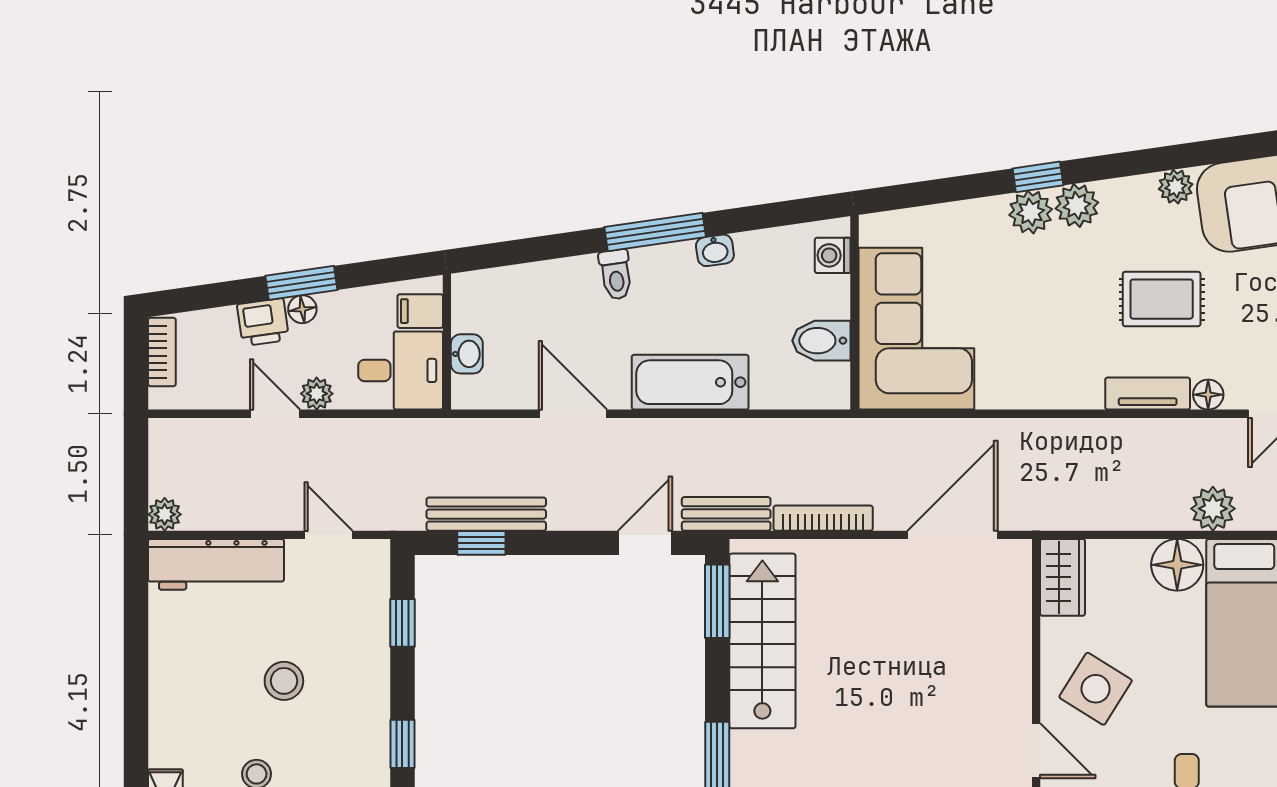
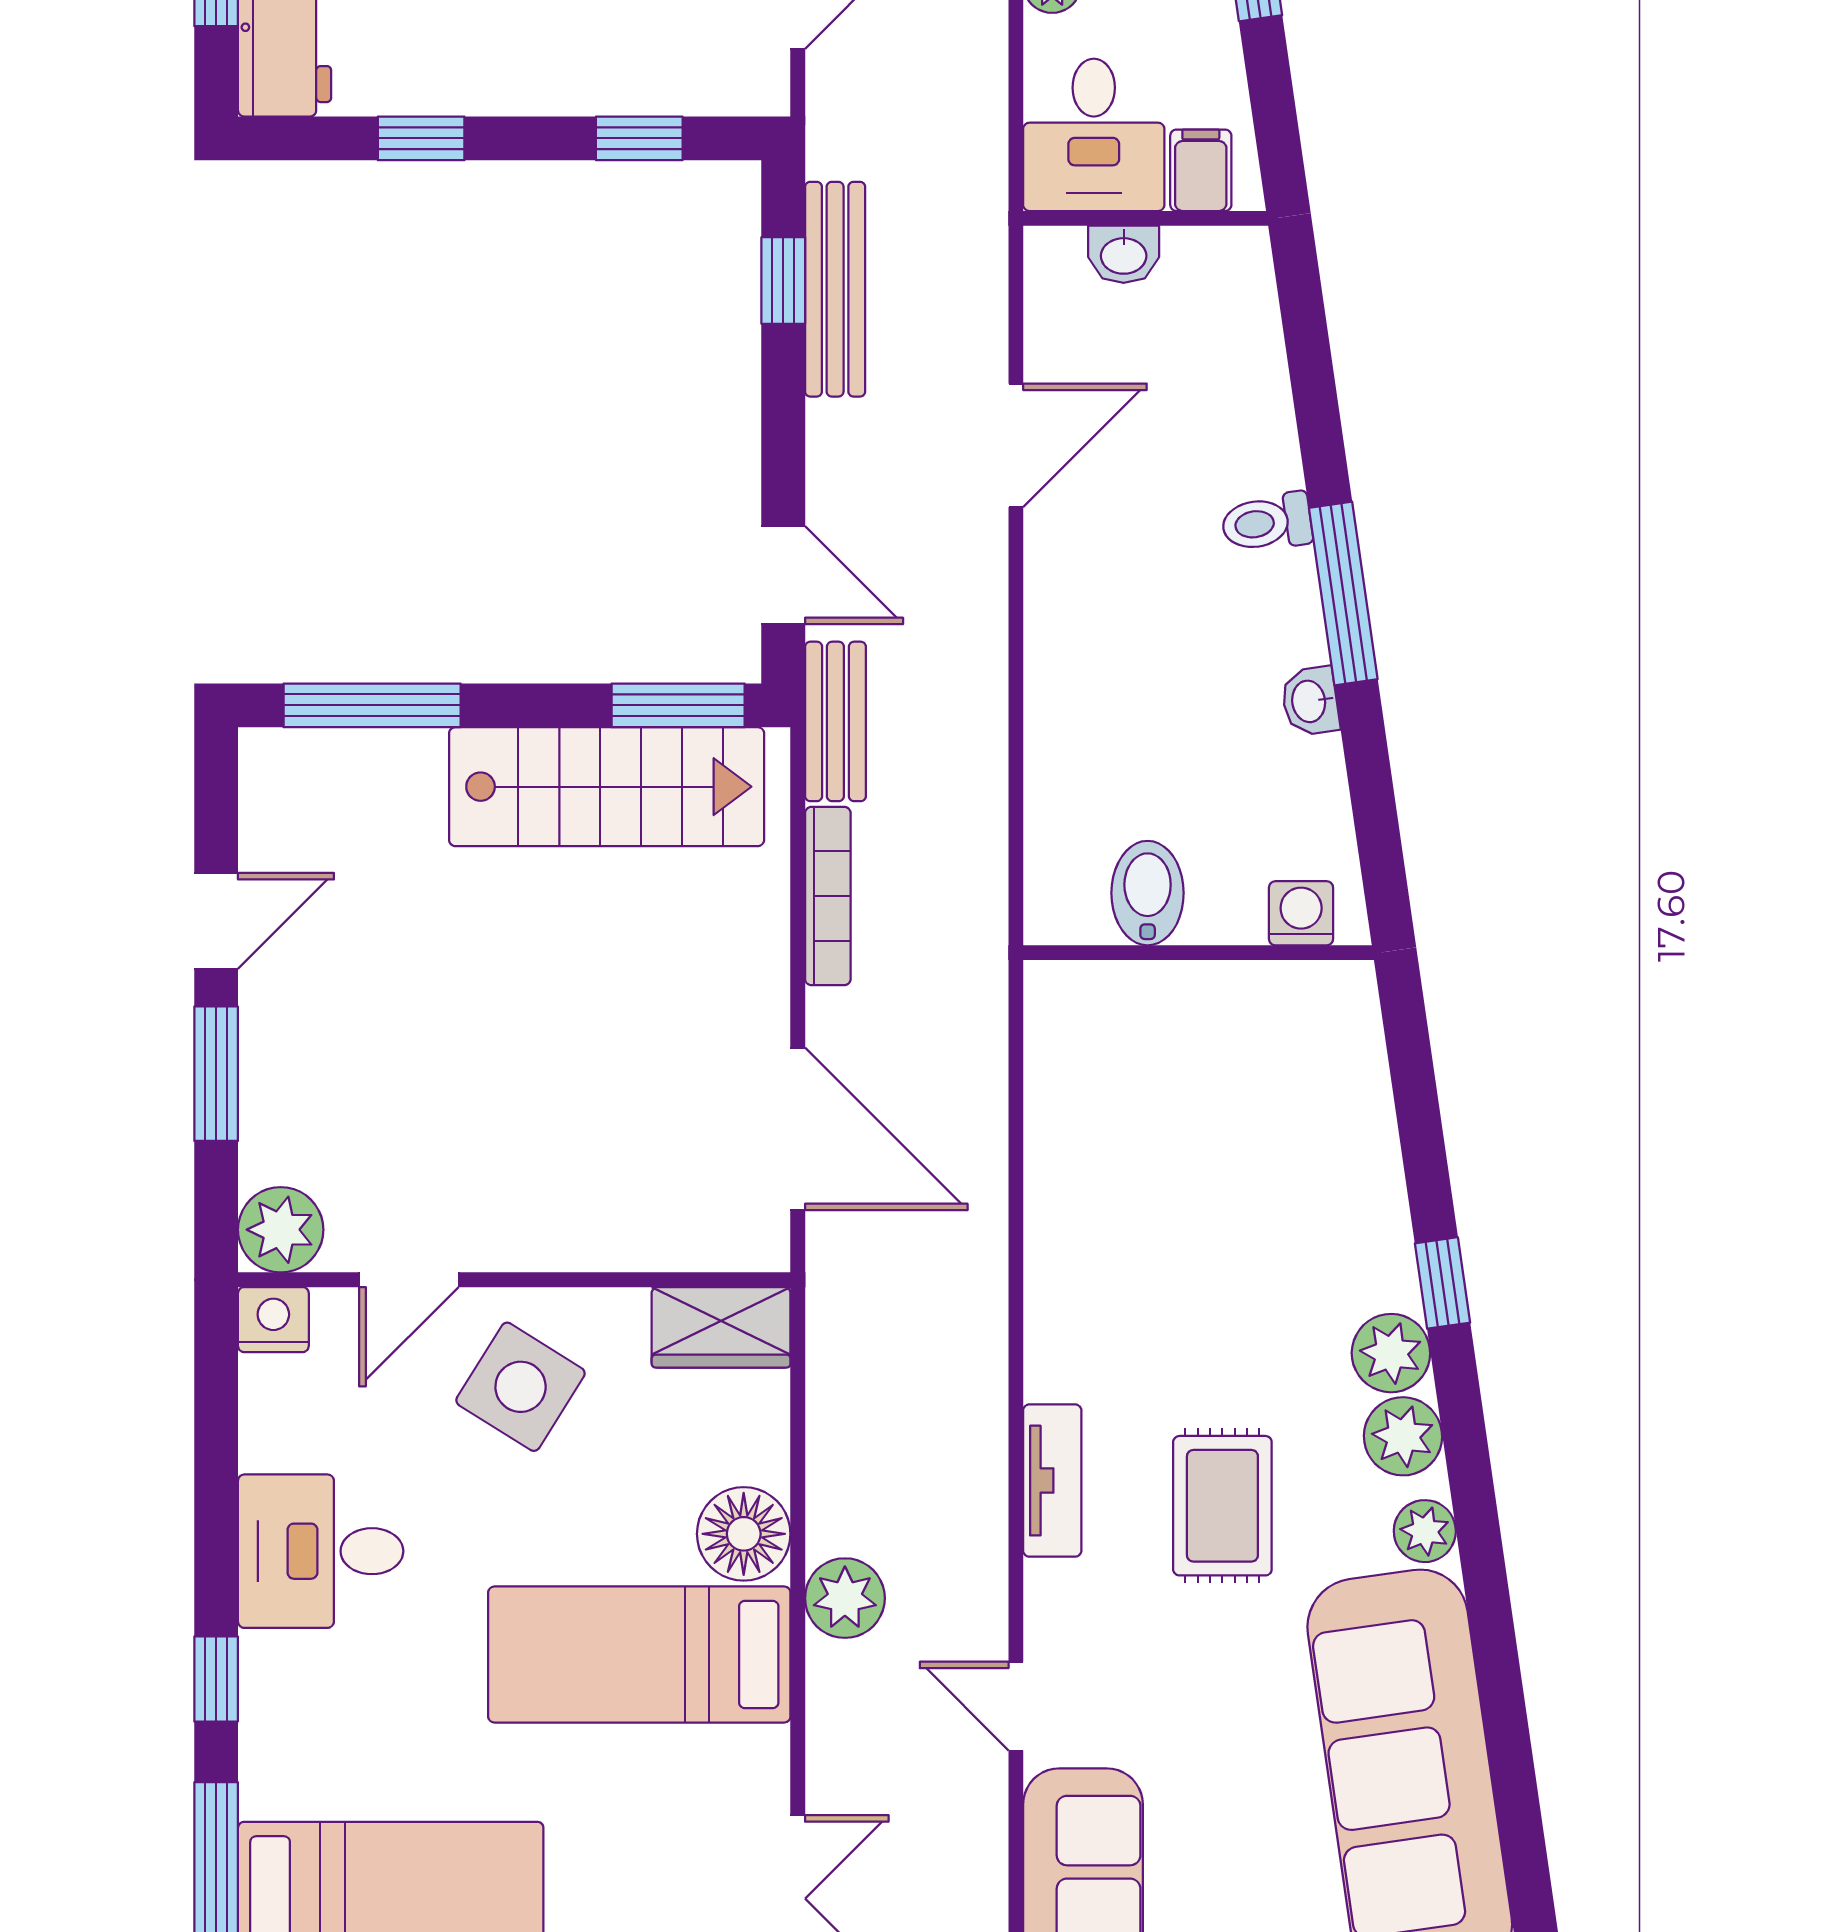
plant: (1031, 212) -> (1403, 1436), moved
corner sofa: (916, 329) -> (1169, 1064), removed
bathtub: (690, 382) -> (1073, 656), removed
floor lamp: (1208, 395) -> (1050, 1590), removed

